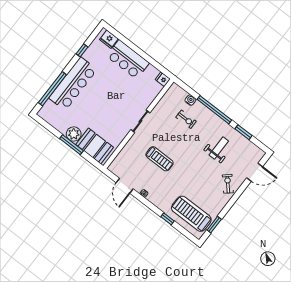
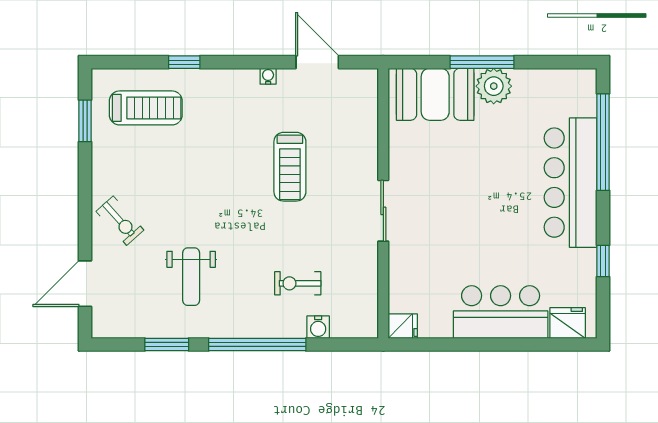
treadmill: (160, 159) -> (290, 167), turned -90
treadmill: (191, 214) -> (146, 108), width x0.73, depth x0.73

